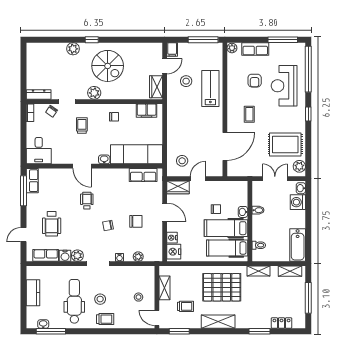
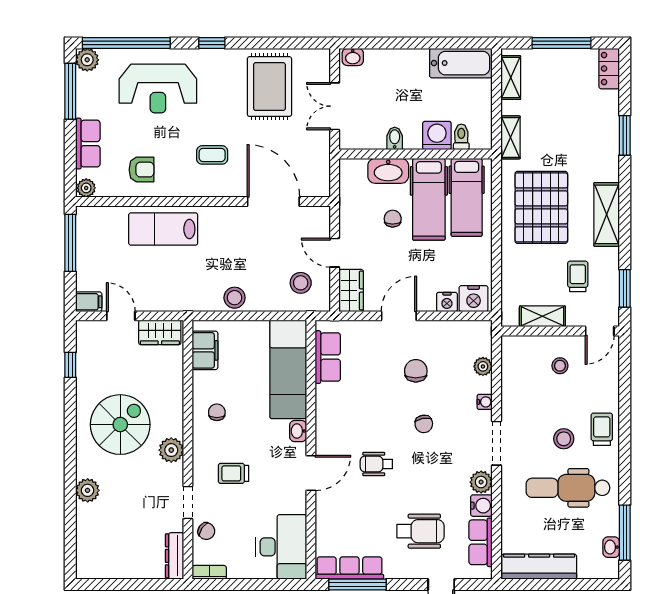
window: (92, 40) -> (70, 365), moved
stool: (186, 81) -> (235, 298), moved
armchair: (255, 81) -> (141, 170), moved
desk: (39, 151) -> (281, 547), width x1.37
plant: (299, 166) -> (87, 60), moved
row of seats: (32, 181) -> (349, 568), width x1.48
washing machine: (298, 202) -> (437, 136), moved, turned 180
washbasin: (243, 212) -> (388, 171), width x1.91, depth x1.45
kitchen counter: (33, 293) -> (539, 567), width x1.50
locker: (281, 323) -> (609, 69), moved

